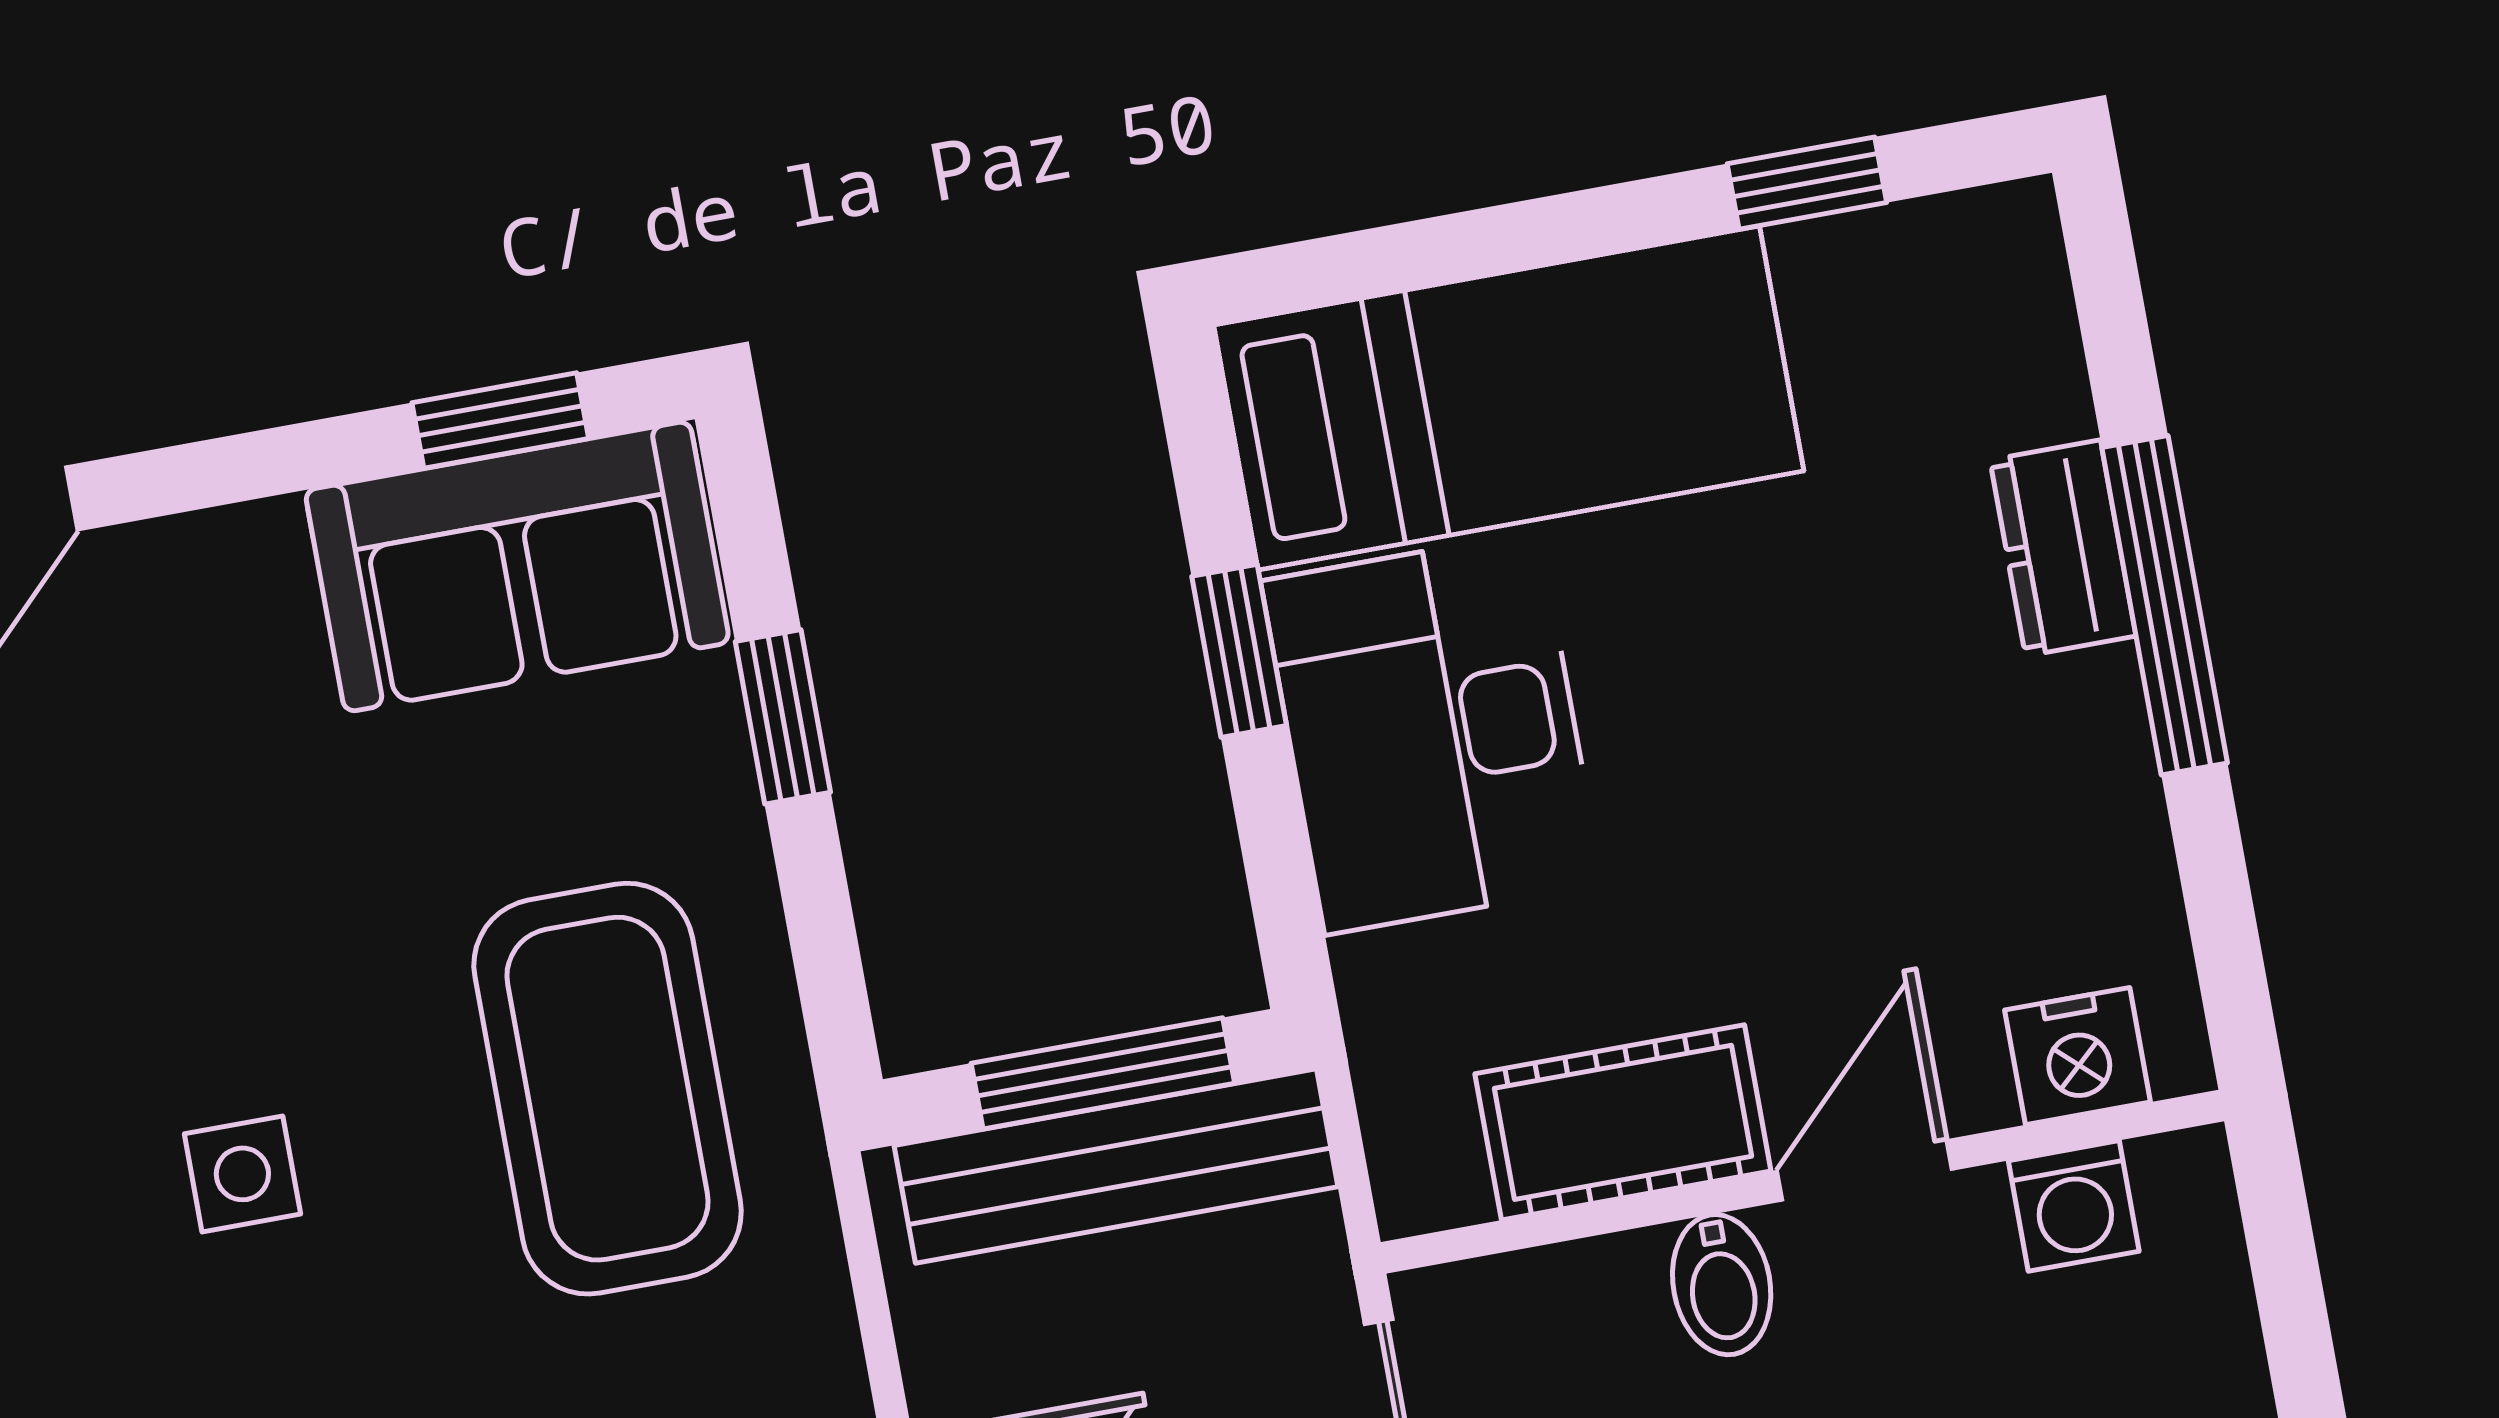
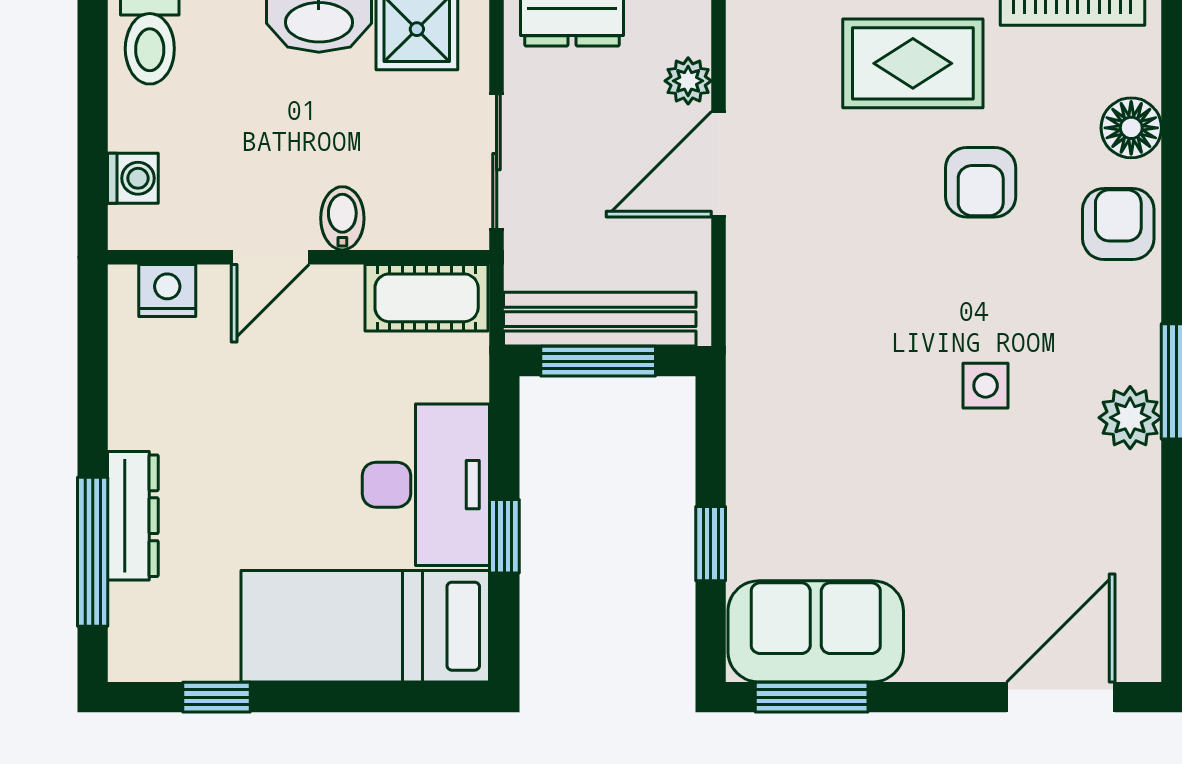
window: (500, 421) -> (812, 697), width x1.50
dresser: (2063, 548) -> (133, 516), width x1.44
window: (2165, 605) -> (93, 552), moved
coffee table: (608, 1089) -> (818, 394), removed
cot: (1623, 1122) -> (427, 298), moved
washing machine: (2074, 1206) -> (133, 178), moved, turned 90

